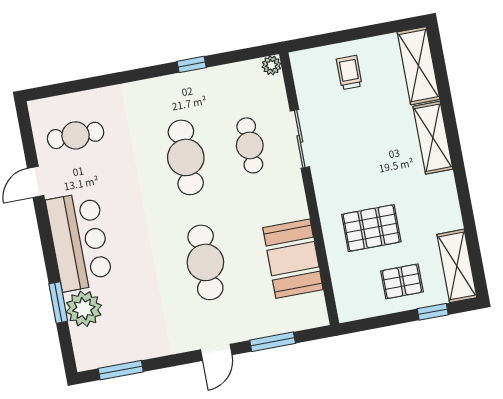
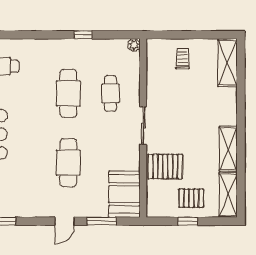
shelving: (433, 138) -> (228, 149), moved
sliding door: (300, 139) -> (143, 126), moved
pallet: (371, 228) -> (165, 166), moved
booth: (293, 259) -> (125, 194), moved
window: (433, 312) -> (188, 221), moved

